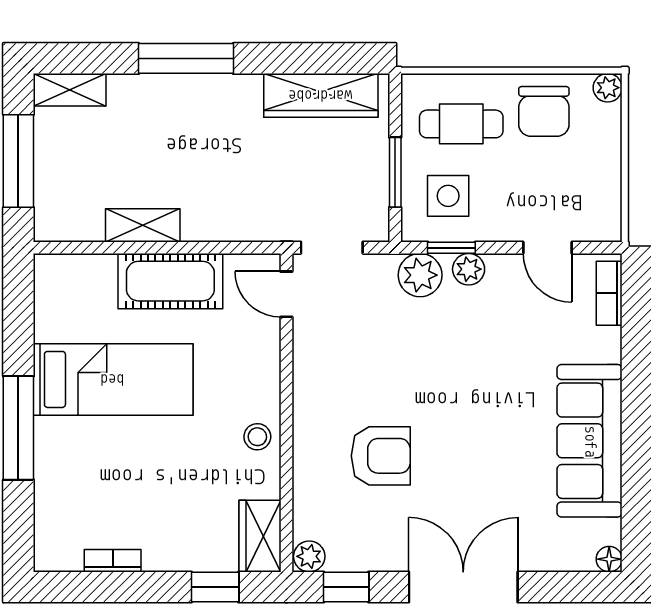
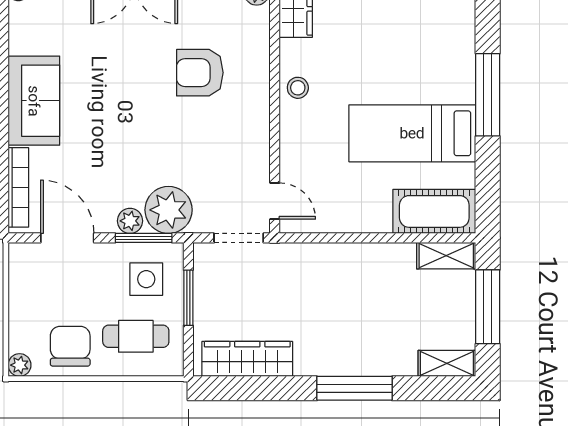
shelving: (143, 225) -> (446, 256), moved
window: (451, 248) -> (144, 238), width x1.50
door: (548, 248) -> (67, 238), width x1.38
plant: (420, 275) -> (169, 210), width x1.36, depth x1.36
cot: (170, 281) -> (434, 211), moved
bookcase: (609, 293) -> (18, 187), width x1.56
sofa: (590, 441) -> (34, 101), width x0.73

